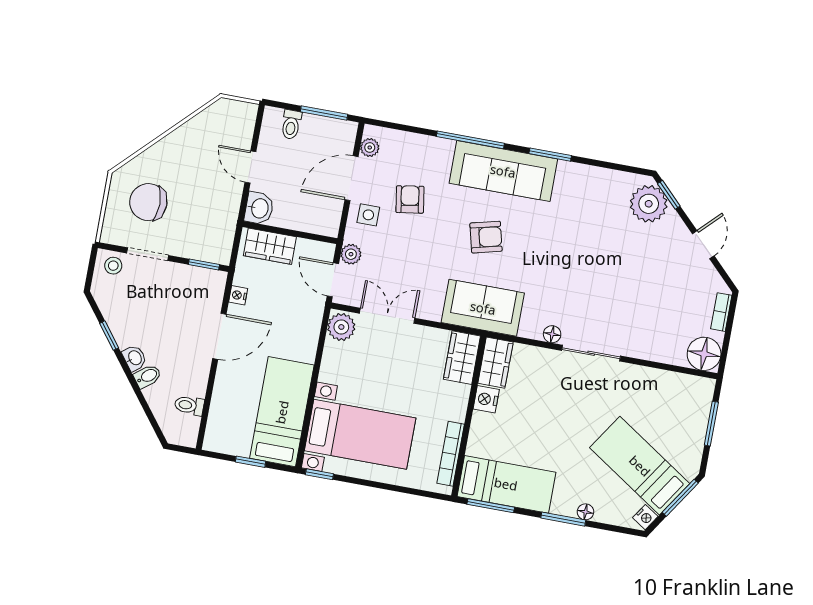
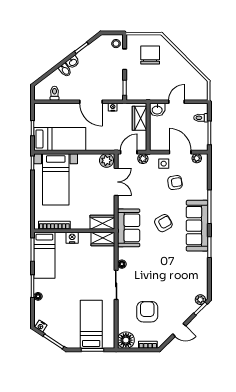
plant: (649, 204) -> (200, 300), width x0.53, depth x0.53
armchair: (486, 237) -> (163, 223), turned -106
armchair: (656, 301) -> (147, 312), added
nightstand: (486, 399) -> (72, 238), moved
bed: (640, 466) -> (91, 324), moved, turned -34

